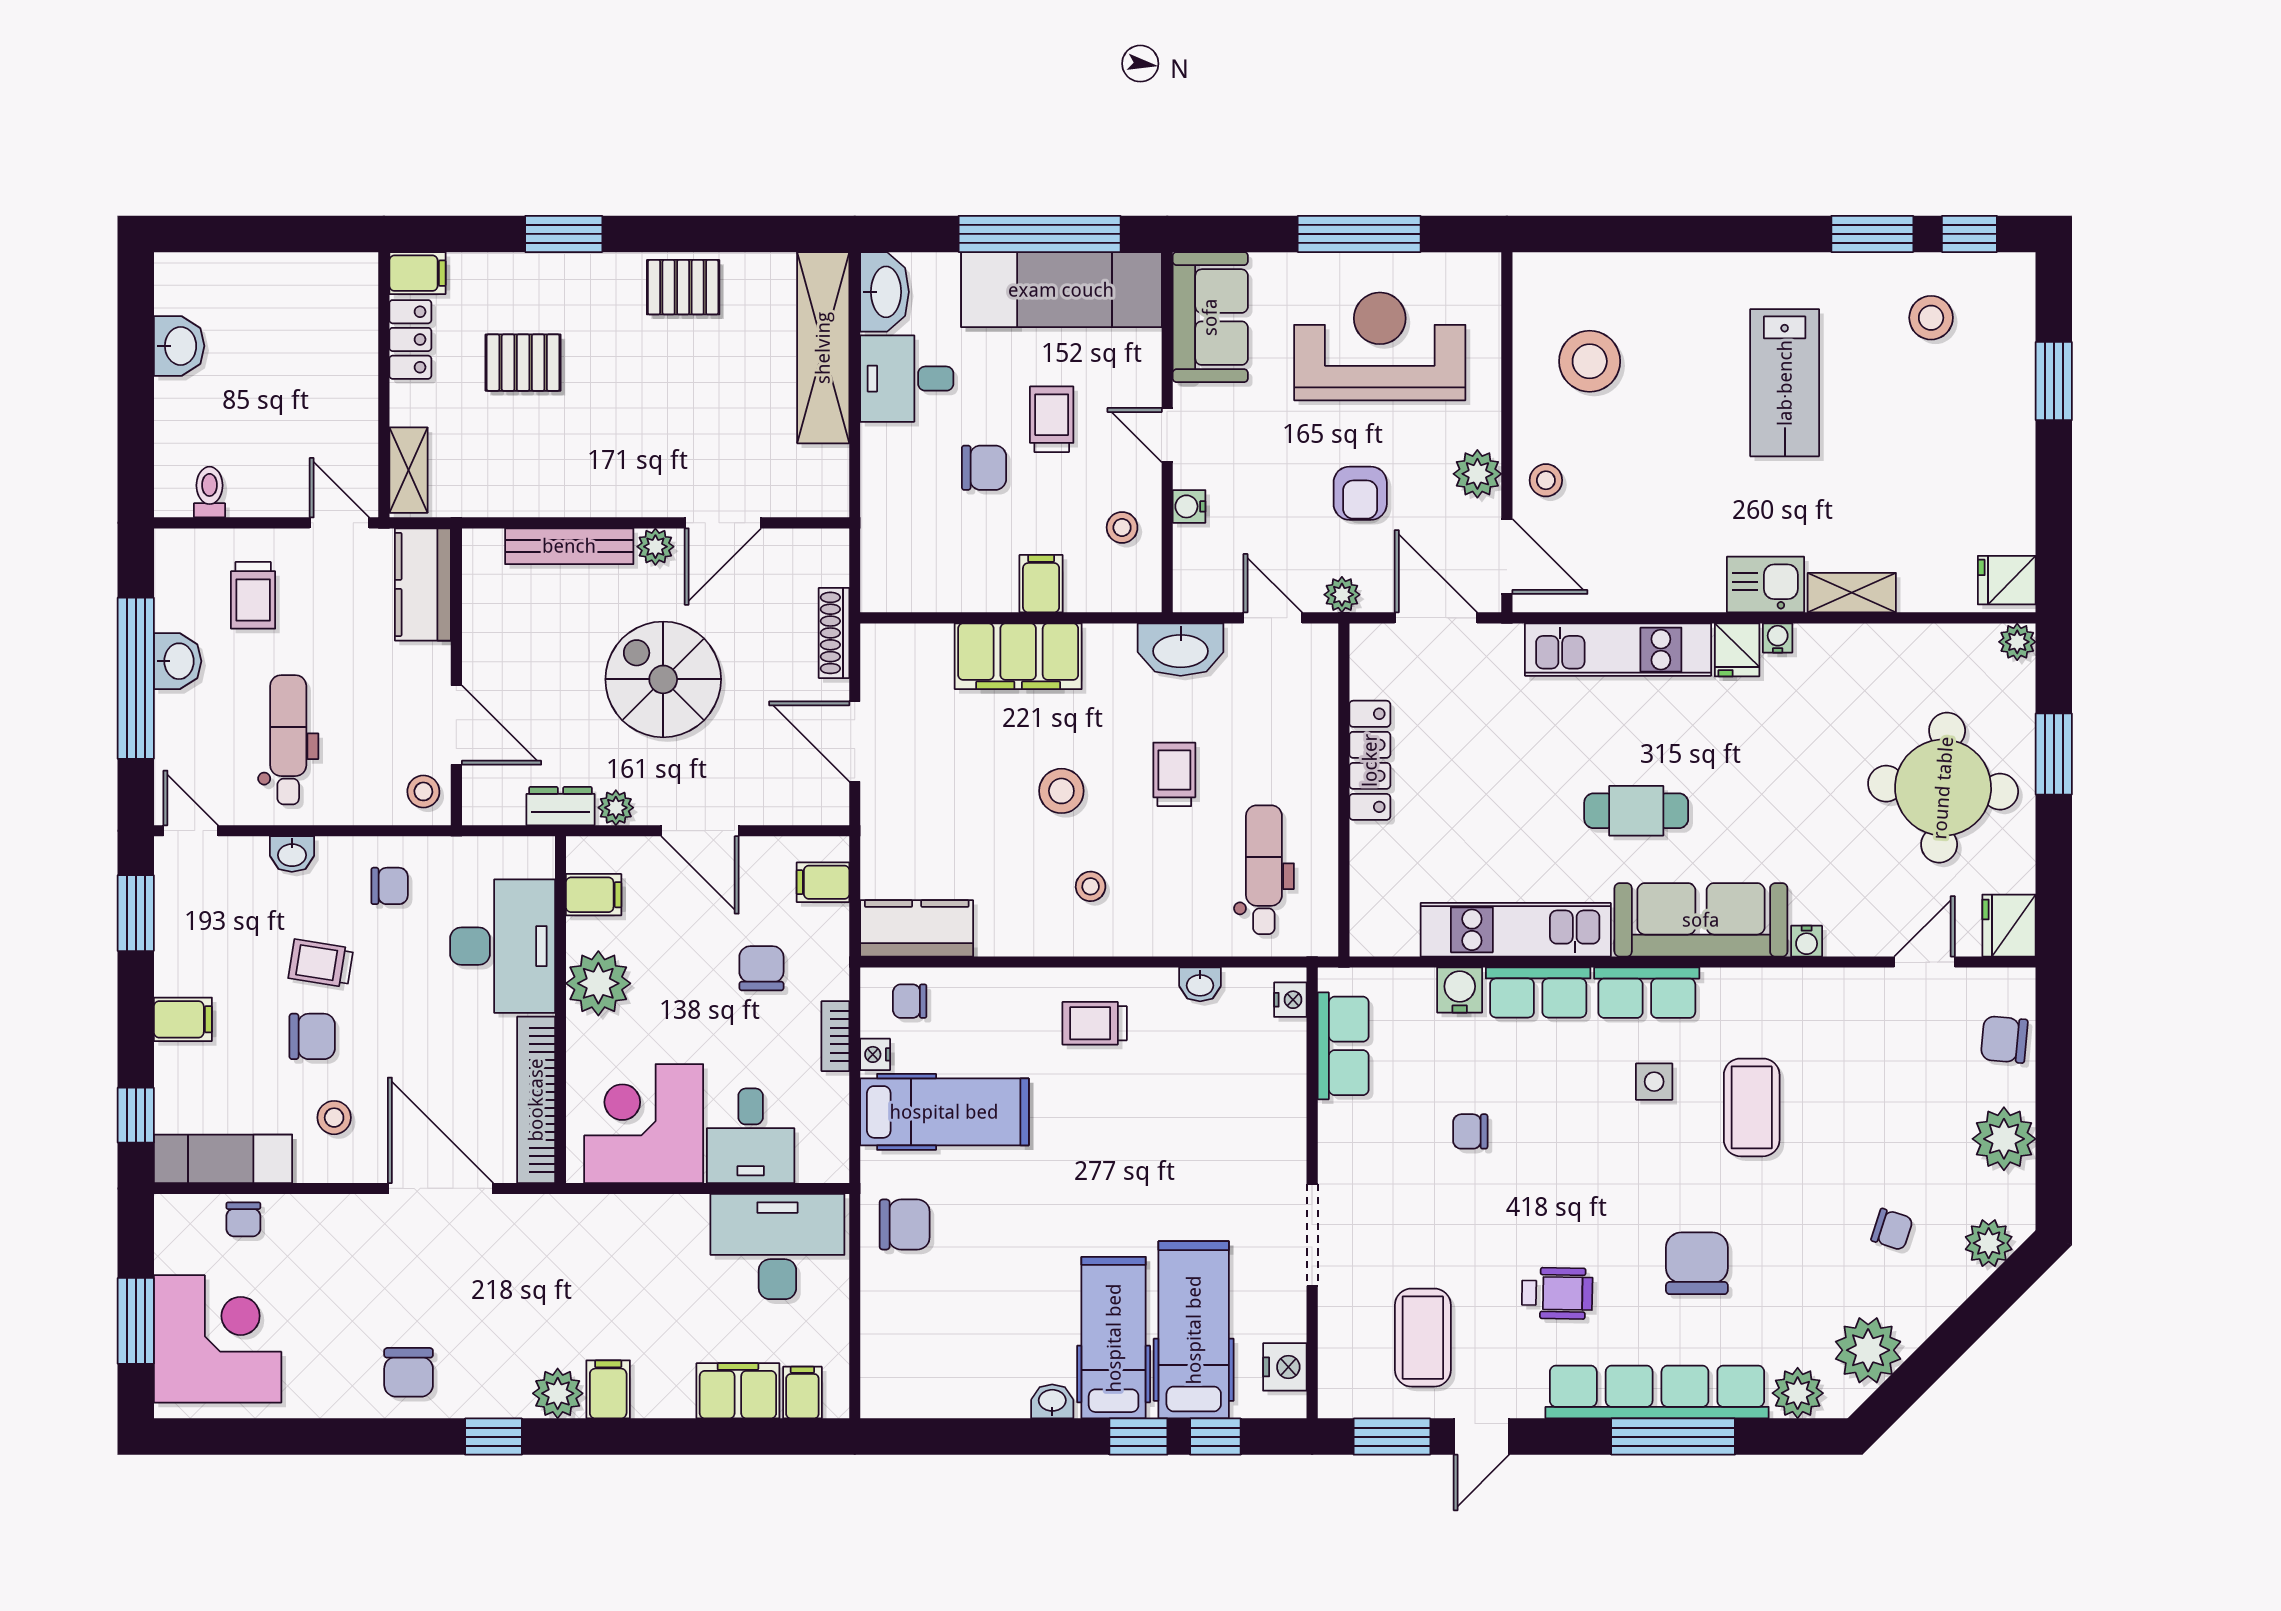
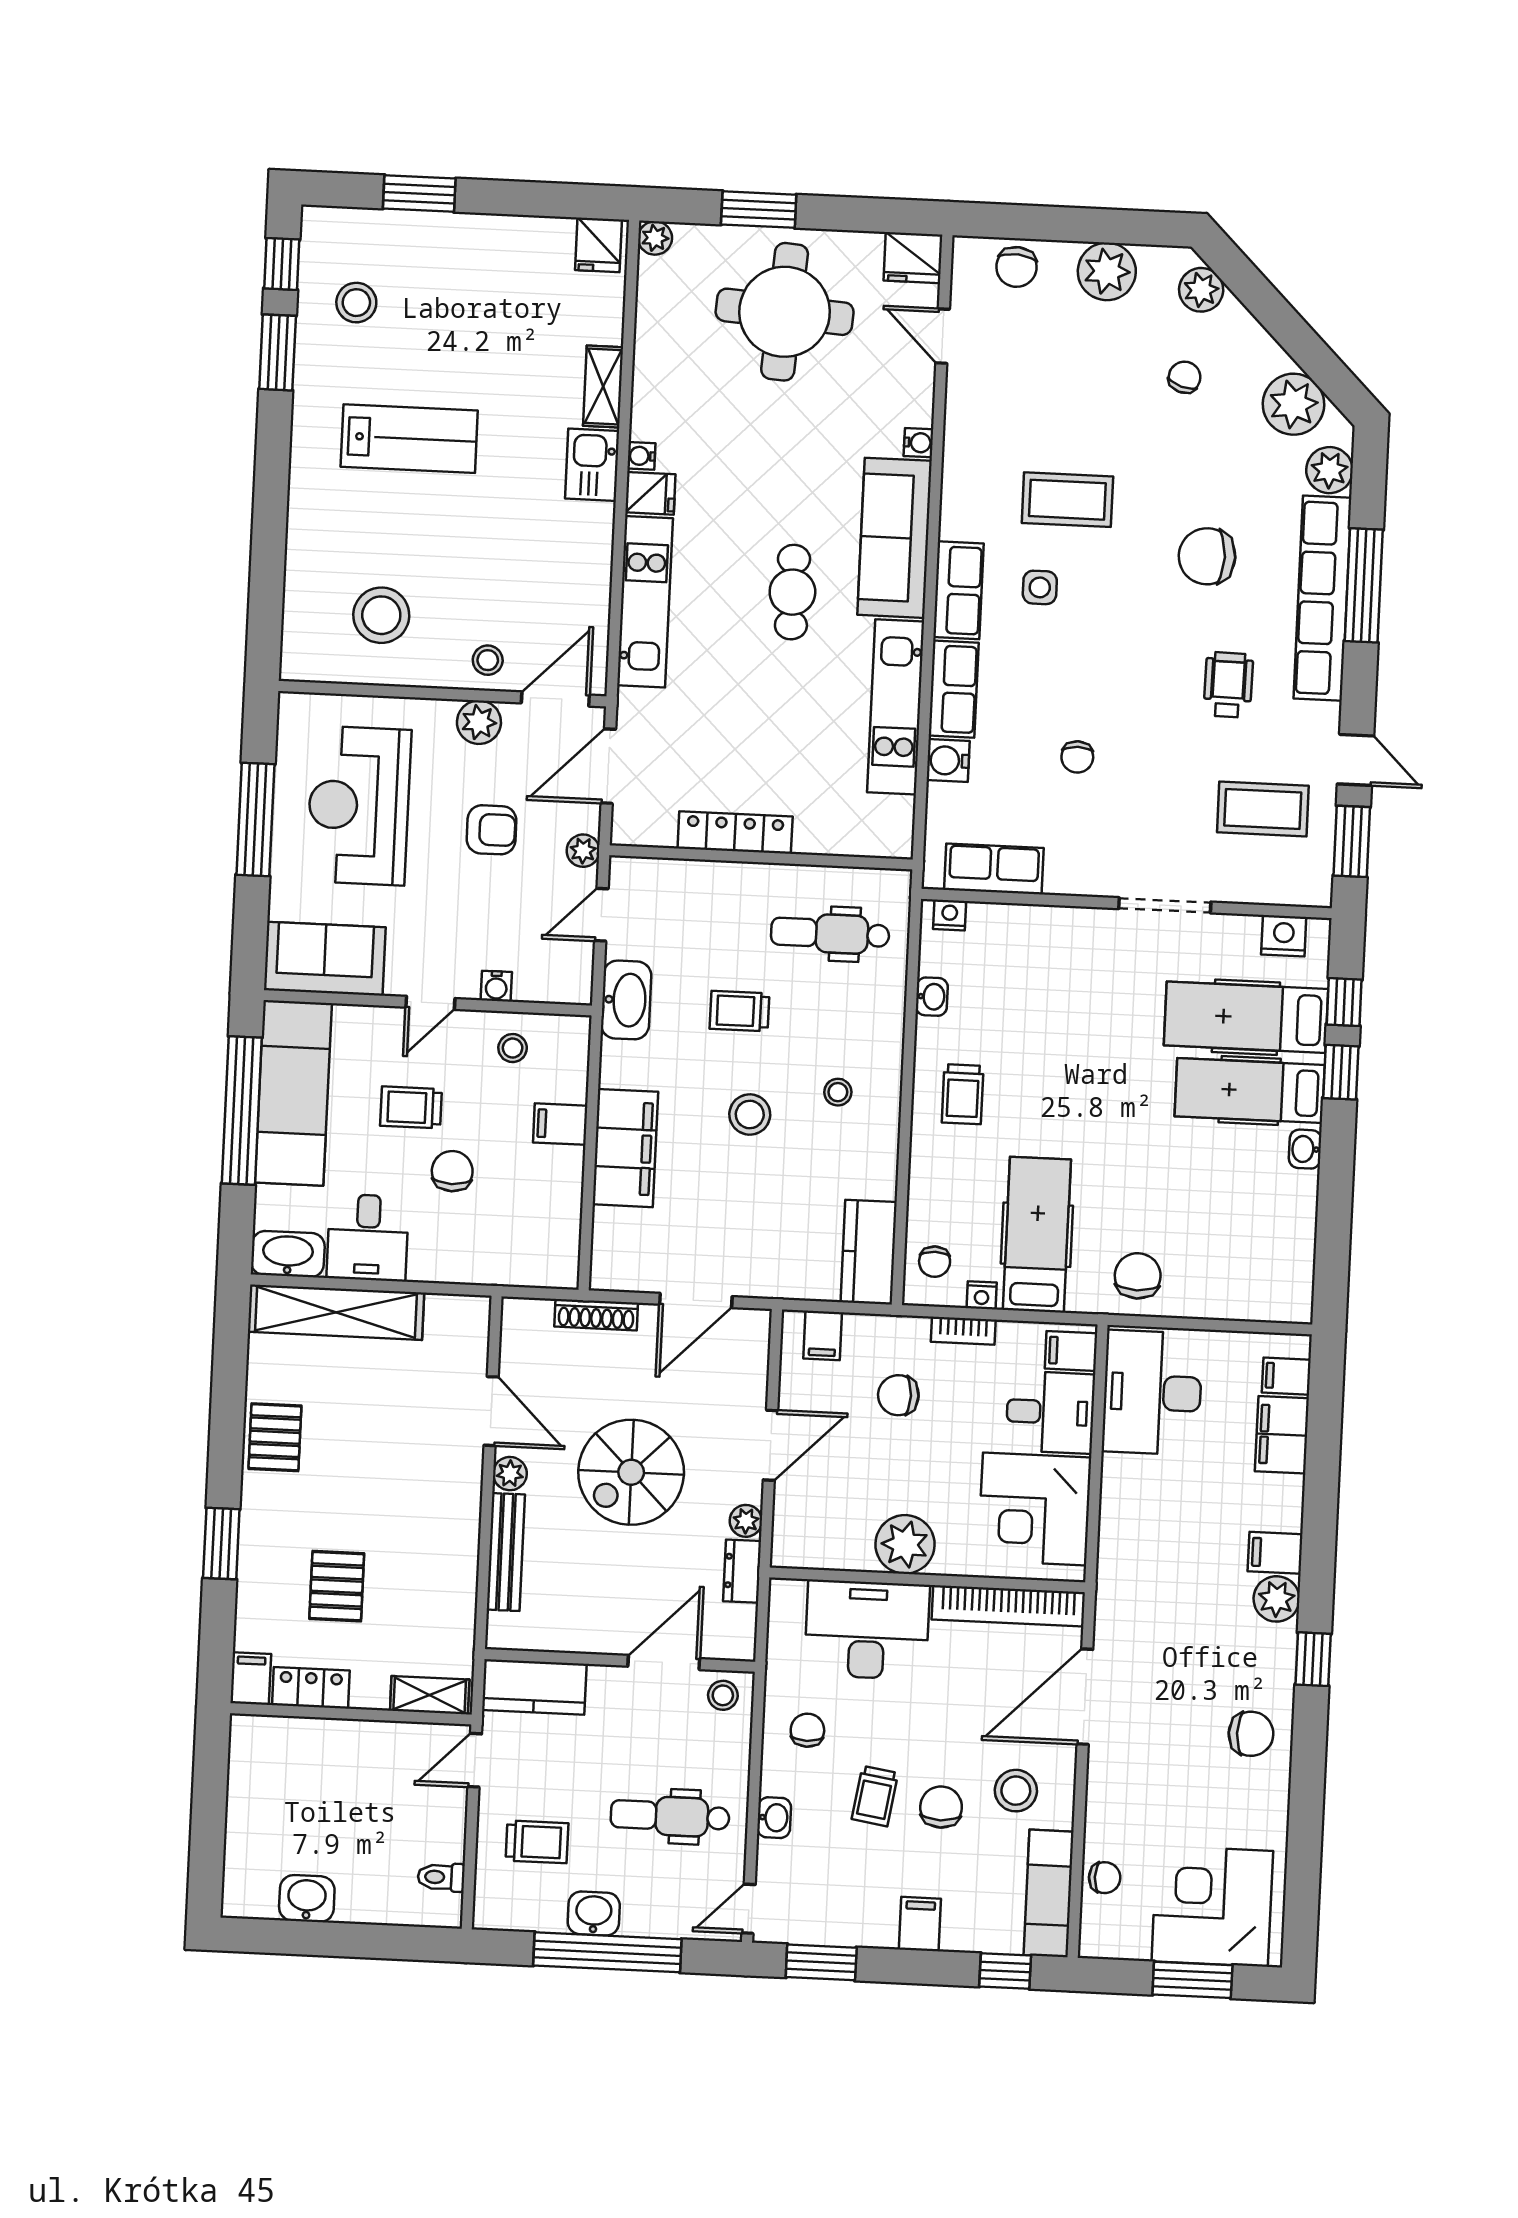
filing cabinet: (594, 895) -> (1071, 1351), moved, turned -90
stool: (334, 1118) -> (1016, 1791), width x1.37, depth x1.37

